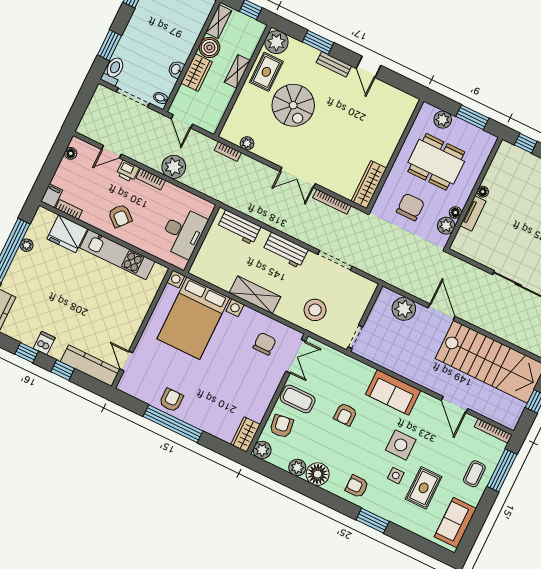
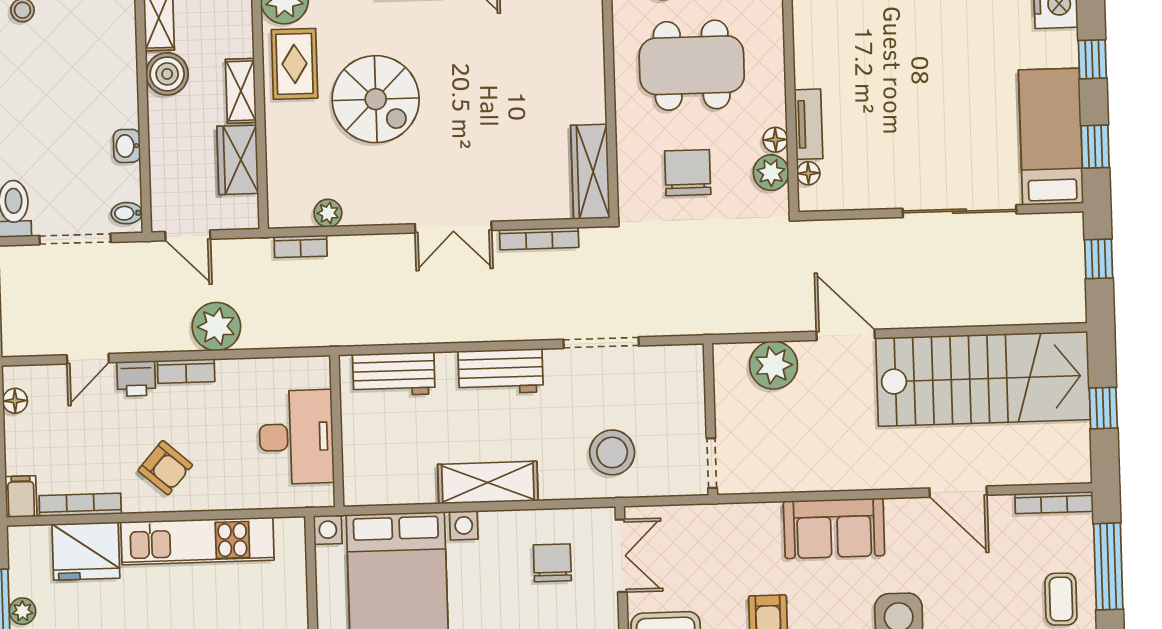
wardrobe: (197, 72) -> (238, 160), moved, turned 180
floor lamp: (483, 192) -> (808, 173), moved
bookcase: (69, 209) -> (80, 505), width x1.56

